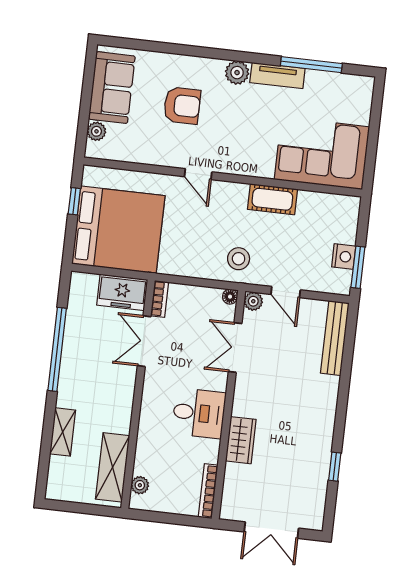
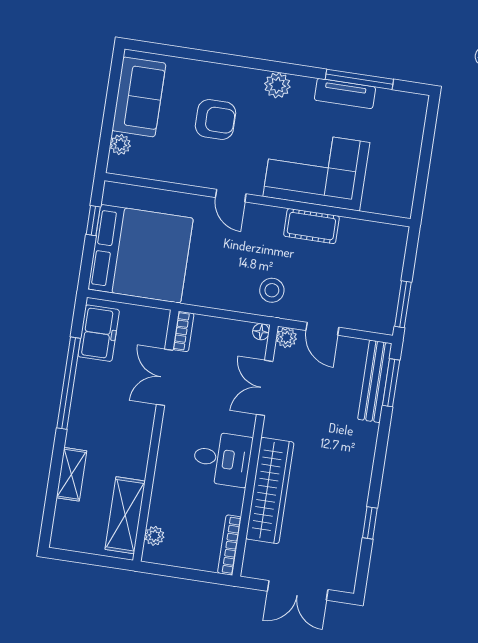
tv unit: (277, 76) -> (345, 94), moved
corner sofa: (322, 153) -> (316, 170), moved
nightstand: (344, 257) -> (388, 292), removed
freezer: (122, 292) -> (99, 333), moved, turned -90
window: (350, 339) -> (391, 383), added
wardrobe: (241, 440) -> (270, 491), width x2.10, depth x1.17

